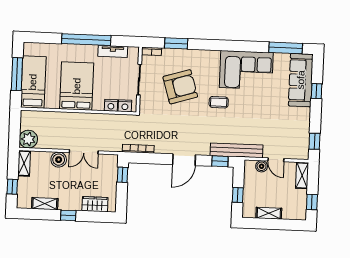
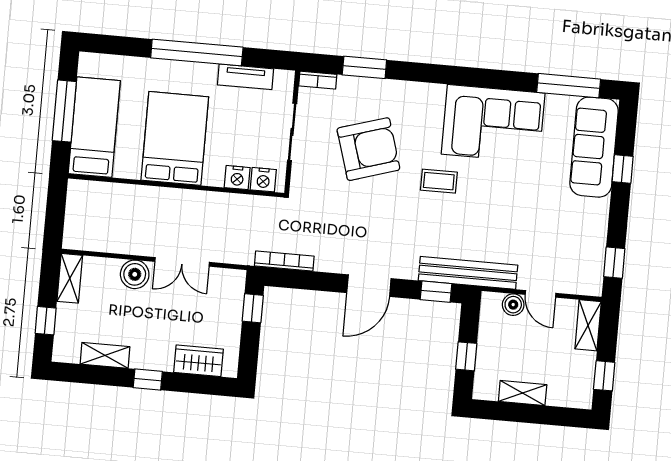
plant: (28, 139) -> (80, 233), removed

